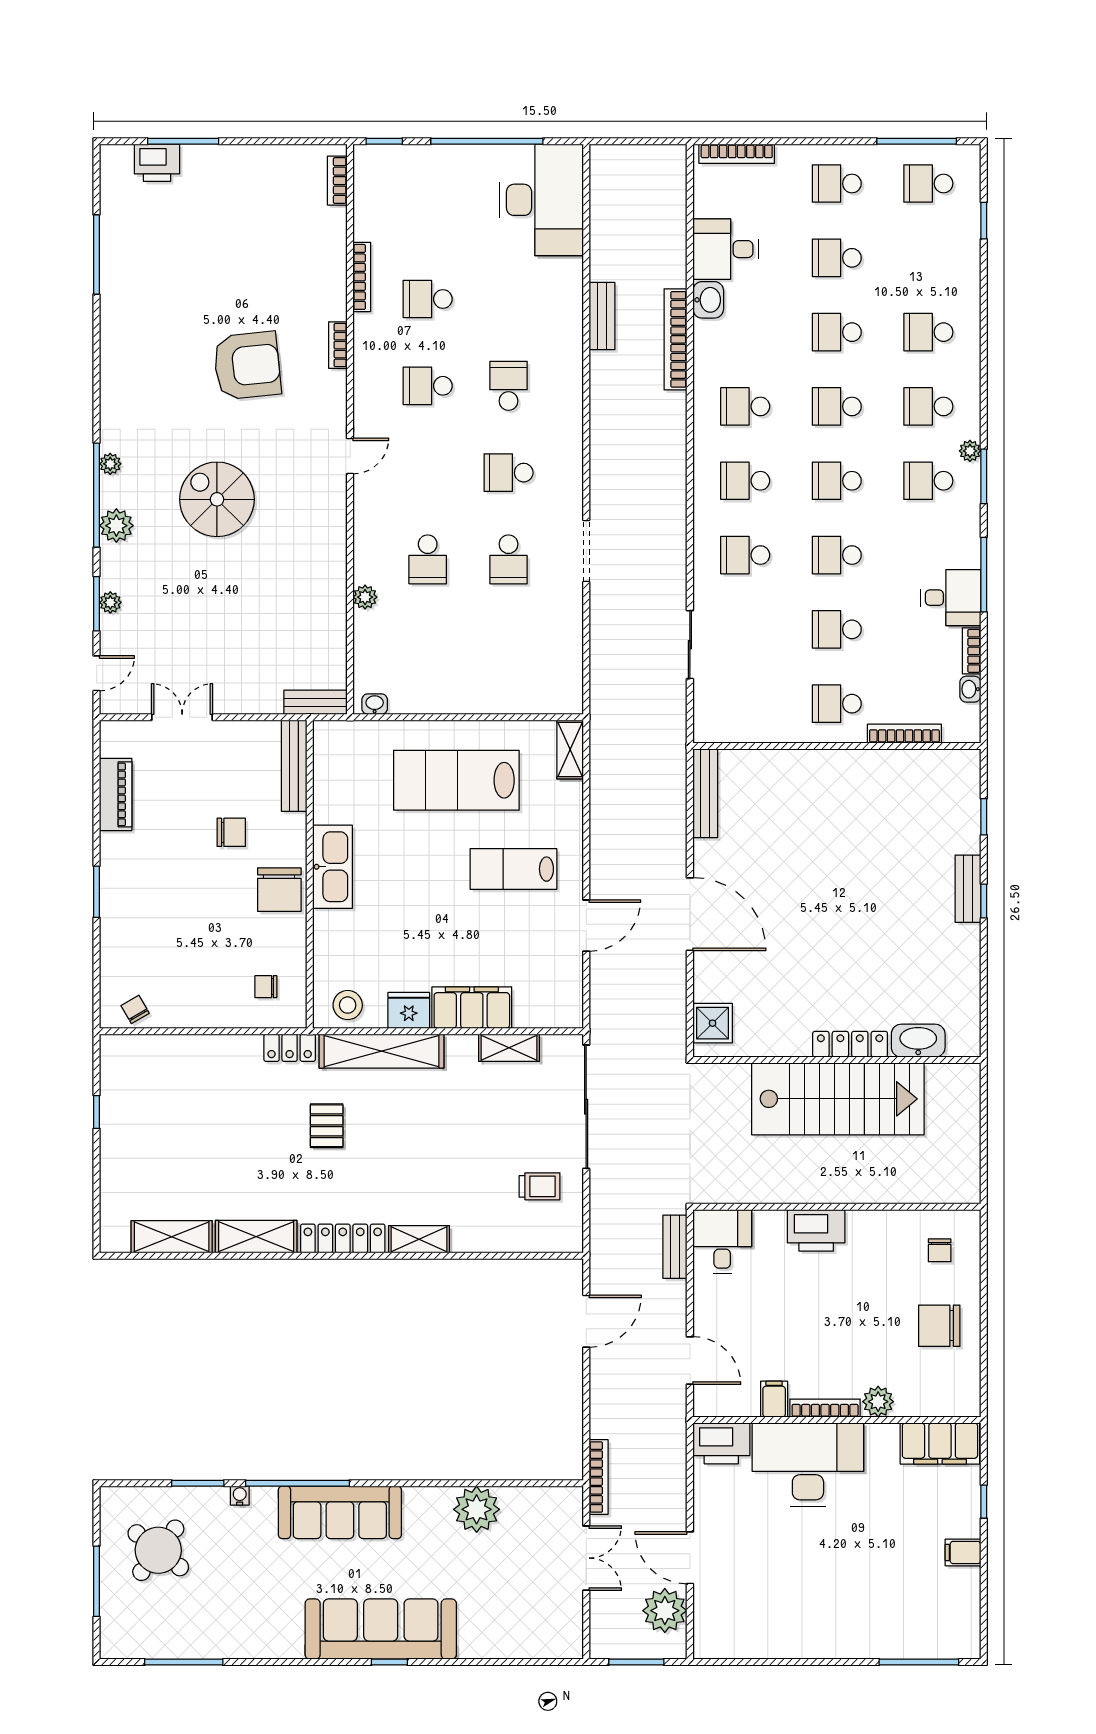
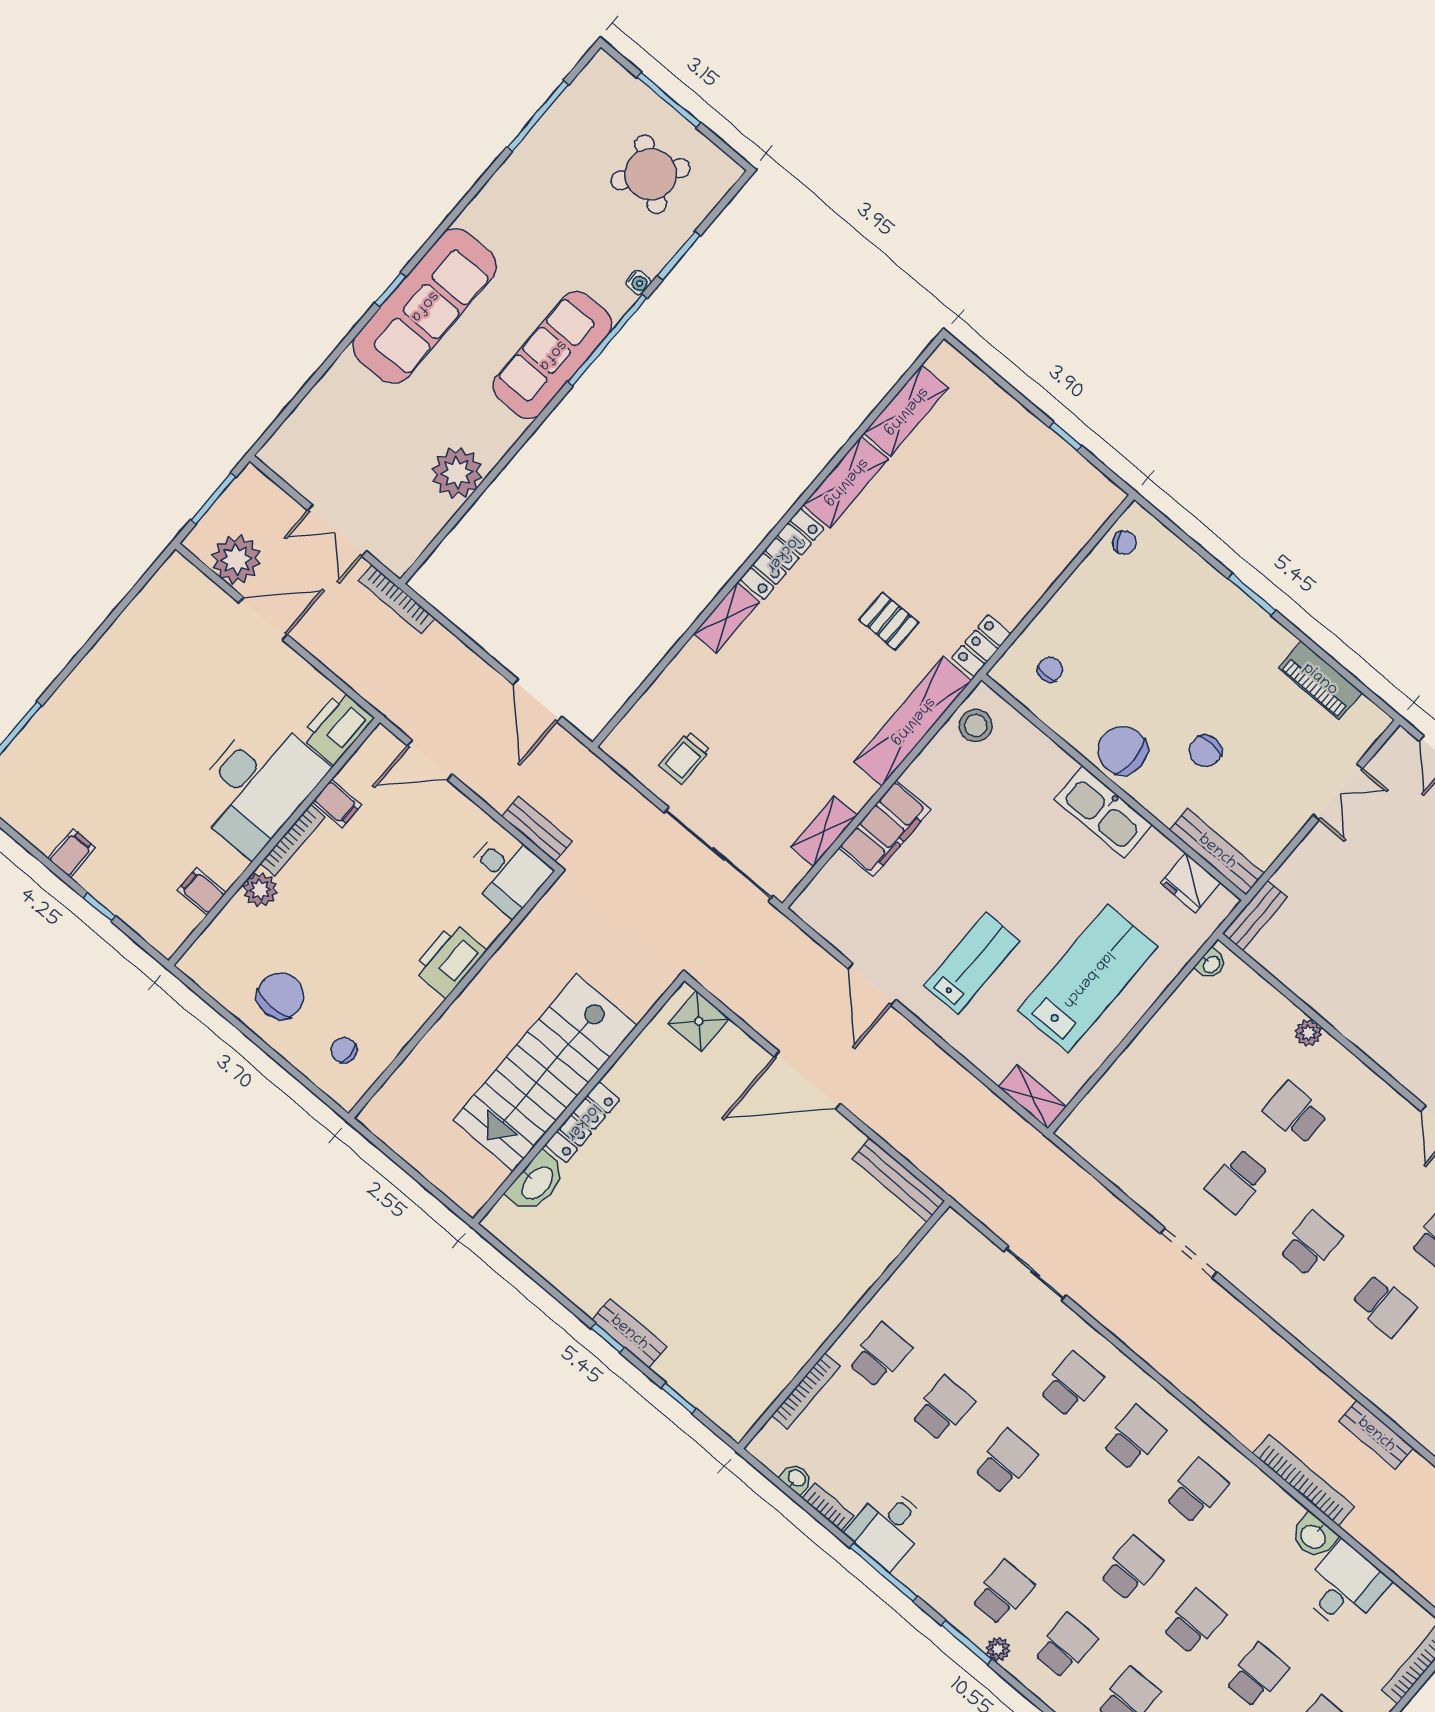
school desk: (837, 481) -> (1068, 1515), removed
school desk: (509, 559) -> (1237, 1181), turned -90
fridge: (409, 1010) -> (1191, 883), moved, turned 90
filing cabinet: (940, 1443) -> (202, 892), width x0.33, depth x0.86

